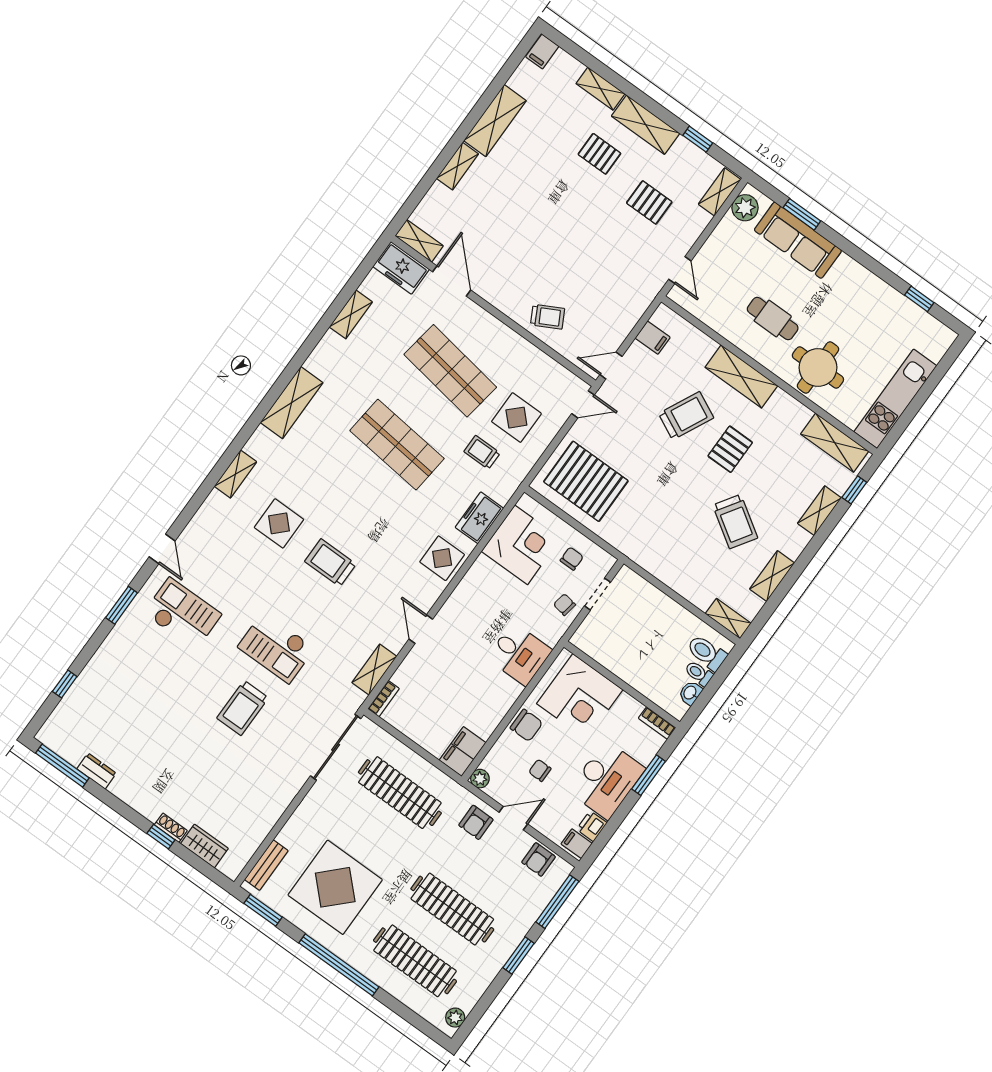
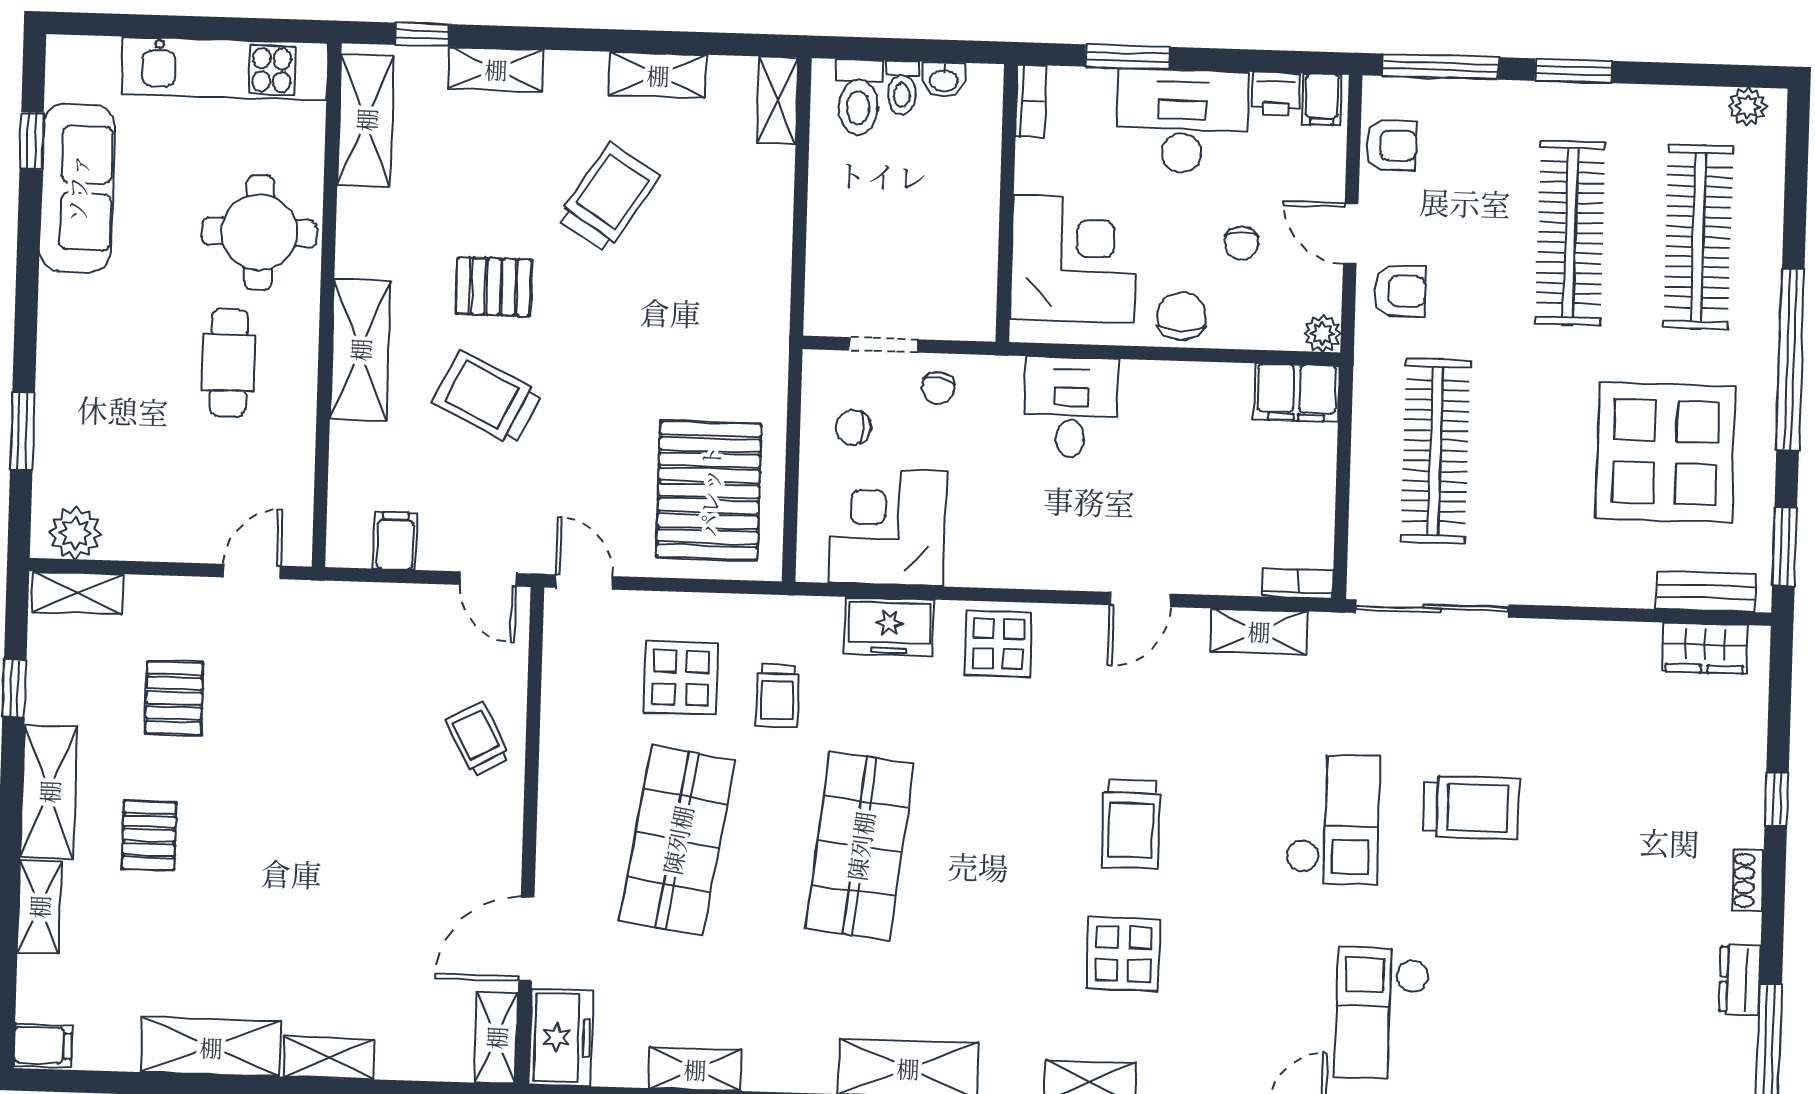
sofa: (798, 240) -> (77, 188), moved
shoe rack: (171, 828) -> (1748, 880), moved
wardrobe: (204, 846) -> (1705, 648), moved, turned -90

